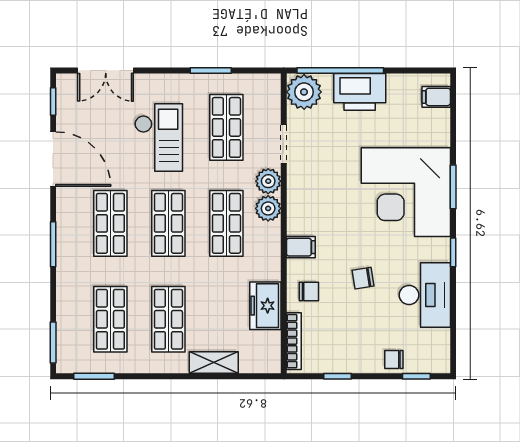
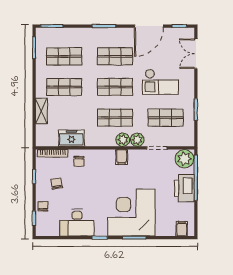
filing cabinet: (301, 247) -> (122, 157), moved
chair: (363, 278) -> (57, 183), moved

